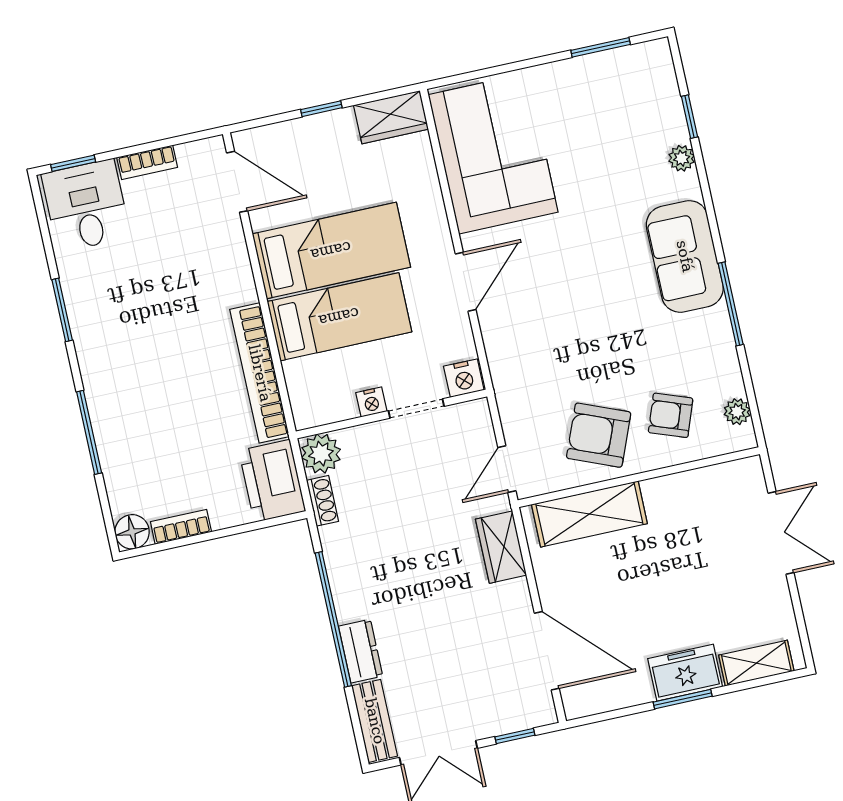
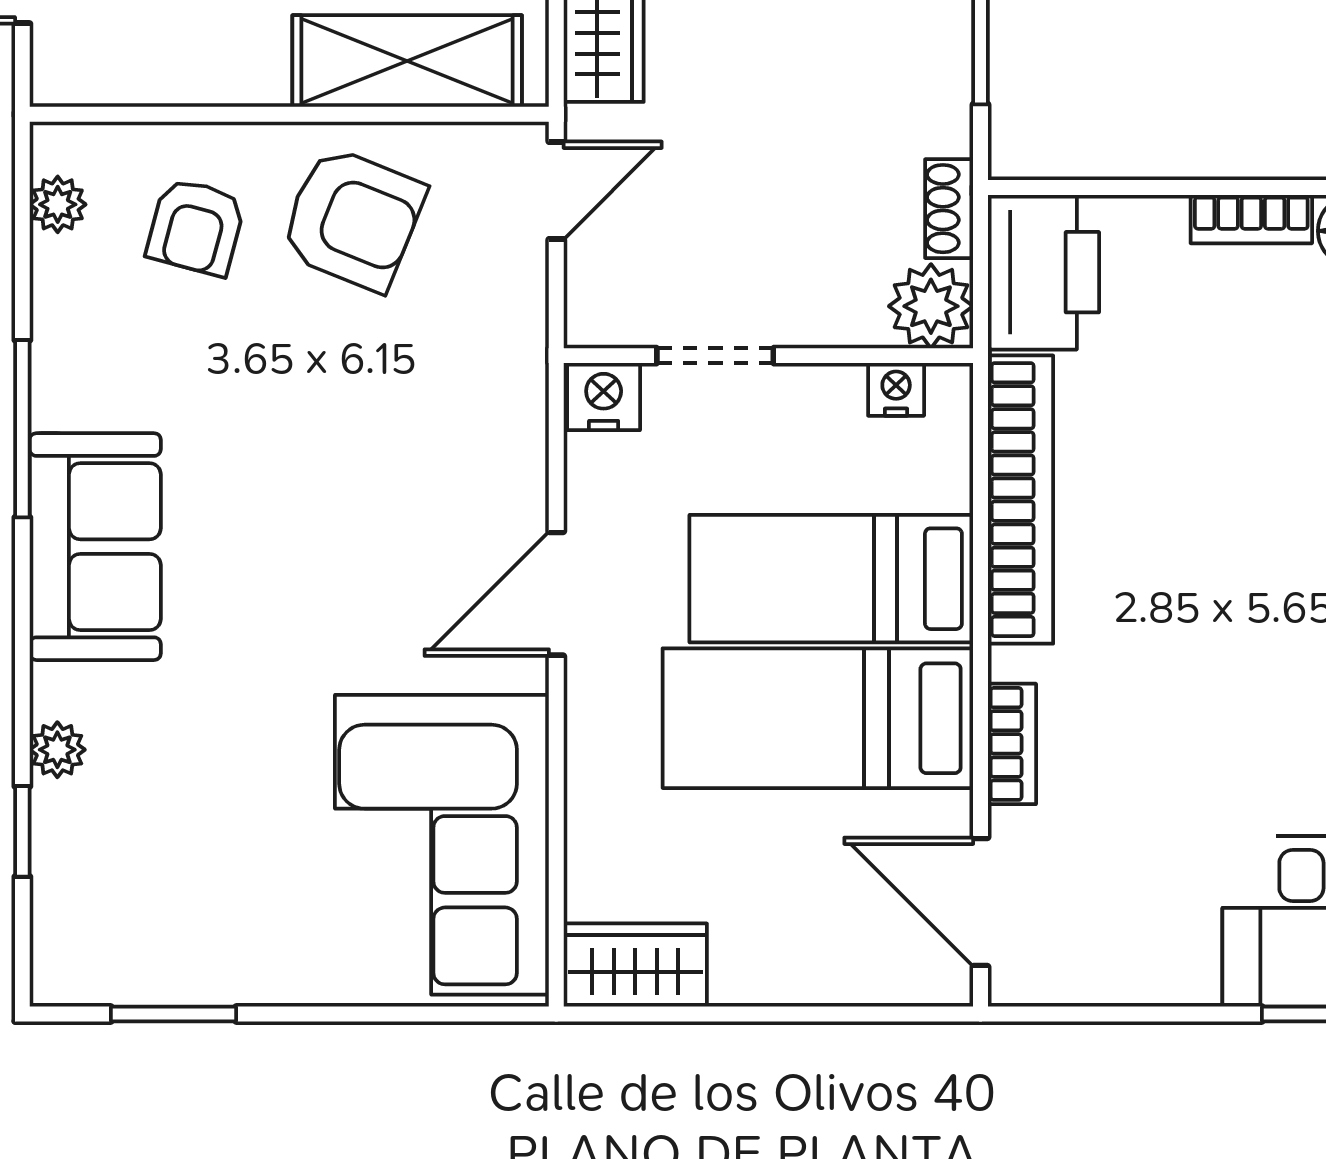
window: (321, 109) -> (775, 1014), removed
bookcase: (147, 162) -> (1012, 744), moved, turned 90
nightstand: (371, 402) -> (896, 389), moved
armchair: (671, 415) -> (196, 227), turned 85

